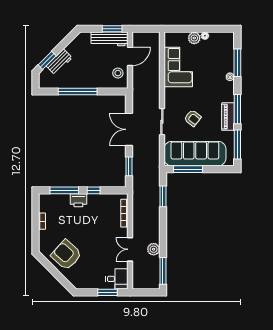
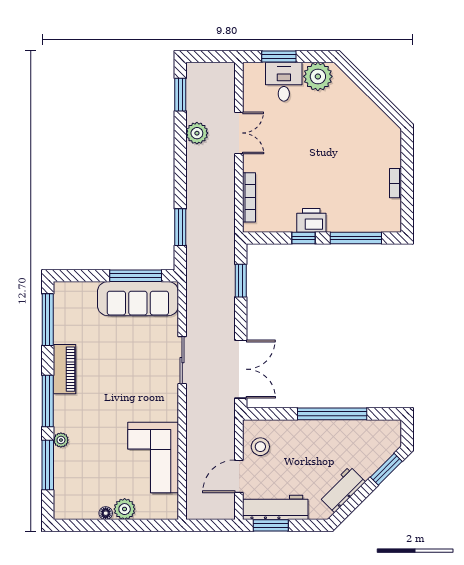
workbench: (59, 62) -> (342, 489), moved
window: (237, 109) -> (48, 401), moved
armchair: (193, 118) -> (127, 367), removed
double door: (129, 129) -> (241, 369), moved
sofa: (195, 154) -> (138, 299), width x0.74, depth x0.79
printer: (78, 200) -> (311, 220), moved
armchair: (66, 255) -> (352, 123), removed
window: (163, 271) -> (180, 95), width x0.69
desk: (117, 279) -> (284, 82), moved, turned 90
plant: (86, 281) -> (318, 76), added

